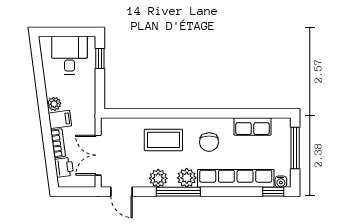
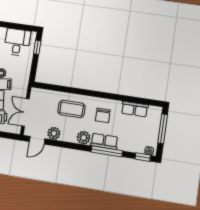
plant: (158, 178) -> (54, 133), moved
row of seats: (236, 178) -> (104, 141), width x0.50
door: (121, 192) -> (37, 140), hinge flipped
window: (178, 192) -> (107, 151), moved

